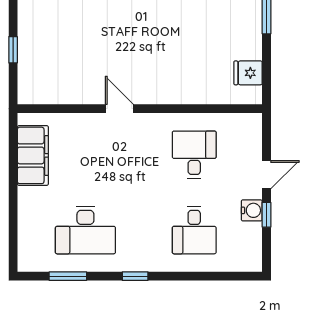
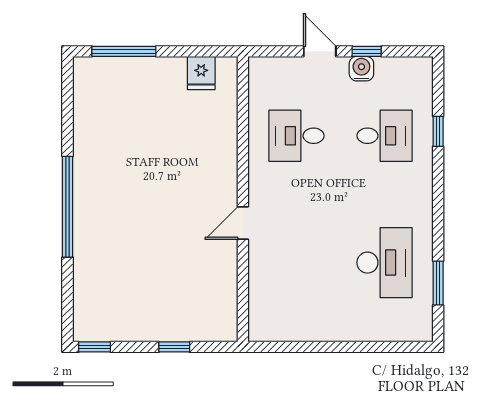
filing cabinet: (33, 155) -> (297, 324), removed
window: (135, 276) -> (438, 131), moved

